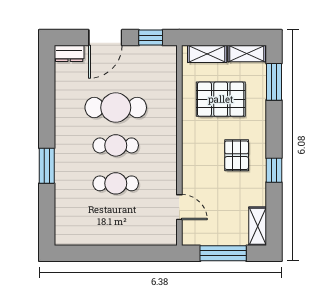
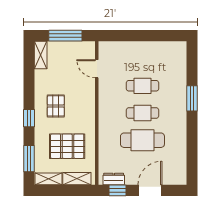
dresser: (69, 53) -> (114, 179), moved
window: (274, 170) -> (29, 118), moved

